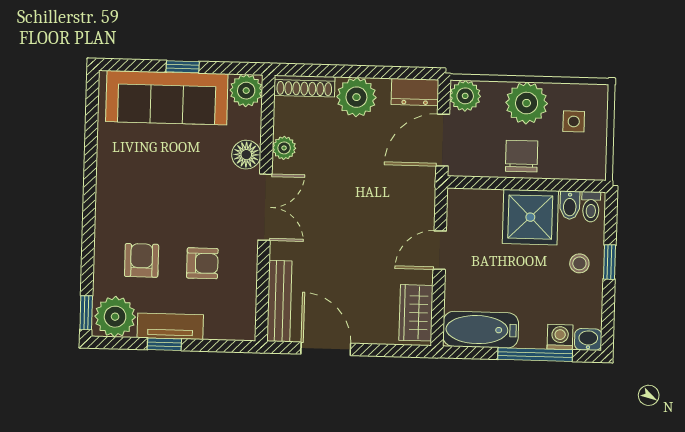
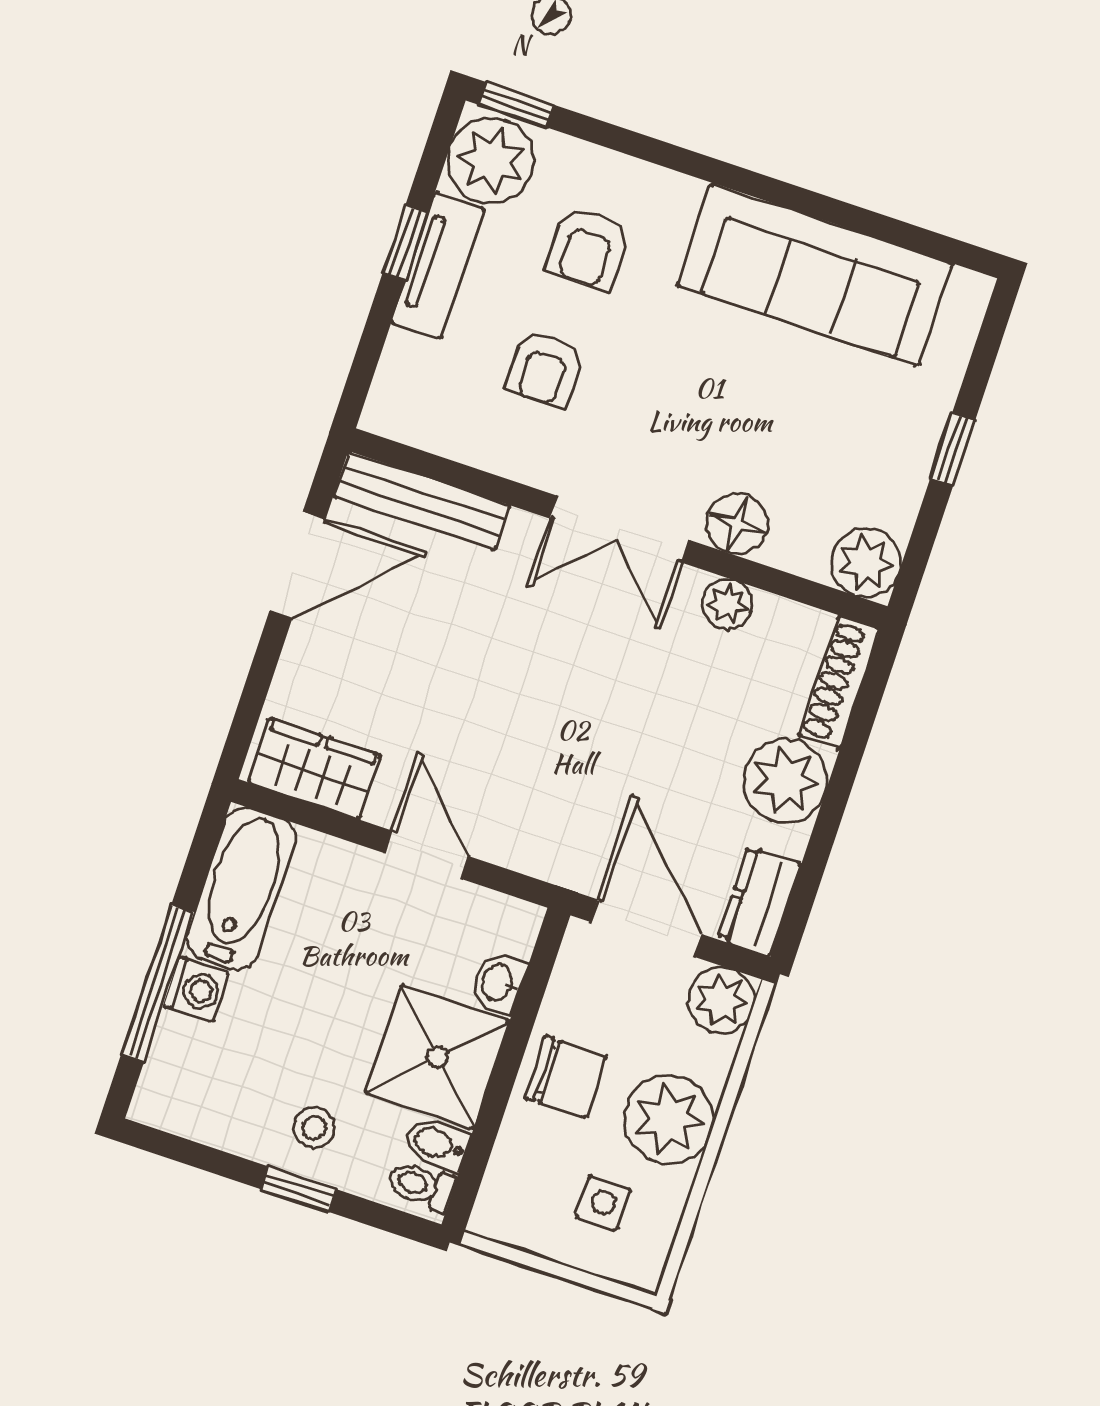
sofa: (167, 98) -> (815, 274), moved, turned -90
armchair: (142, 260) -> (588, 248), turned 90
washing machine: (560, 337) -> (196, 989), moved
washbasin: (588, 339) -> (498, 983), moved, turned 180

